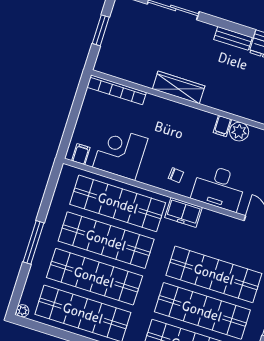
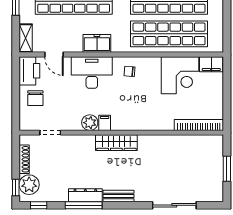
wardrobe: (179, 87) -> (116, 143), moved
filing cabinet: (81, 154) -> (211, 64), width x2.00
freezer: (183, 212) -> (97, 43), moved

